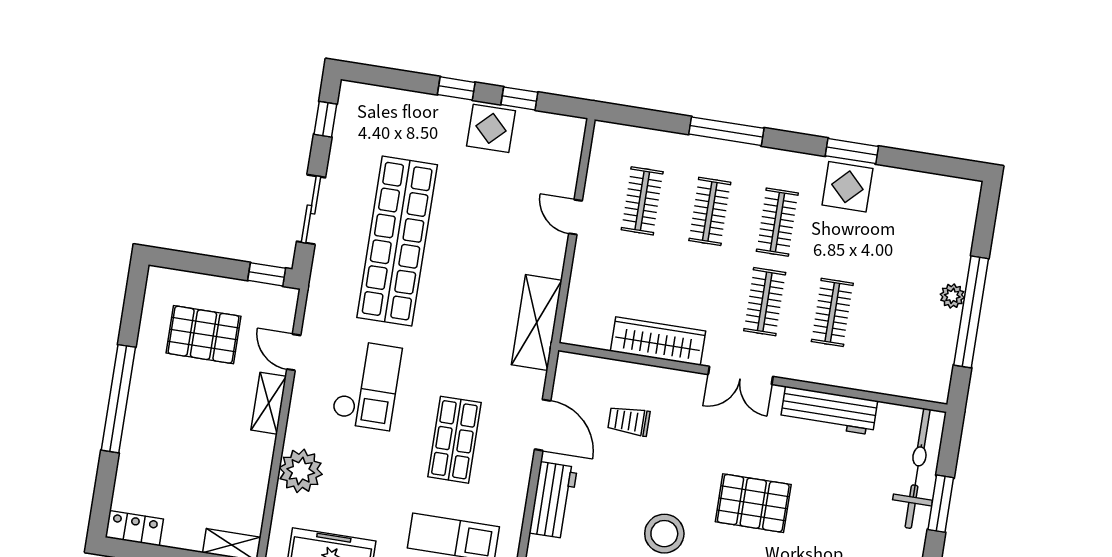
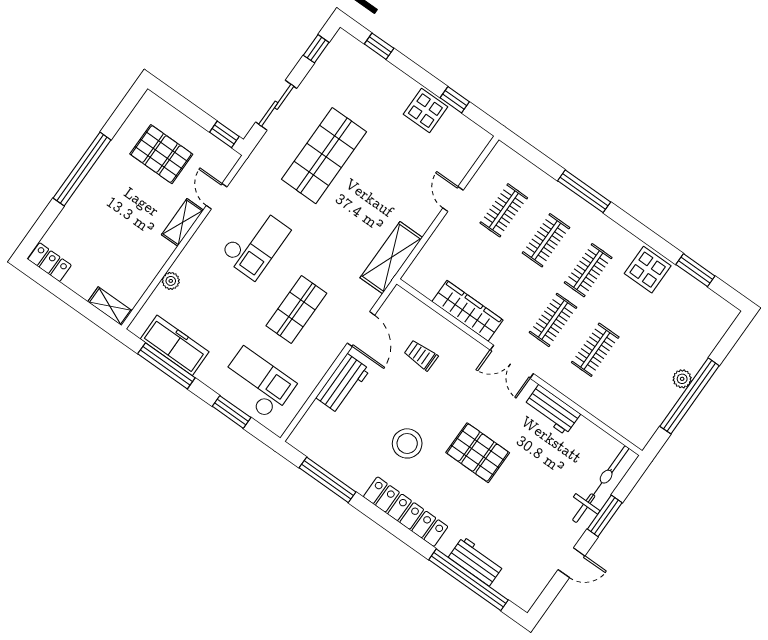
window: (456, 88) -> (379, 46), moved
window: (852, 151) -> (695, 270), moved
shop shelf: (397, 241) -> (324, 156), width x0.71
workbench: (829, 411) -> (552, 410), width x0.73
plant: (301, 471) -> (171, 281), width x0.53, depth x0.53

